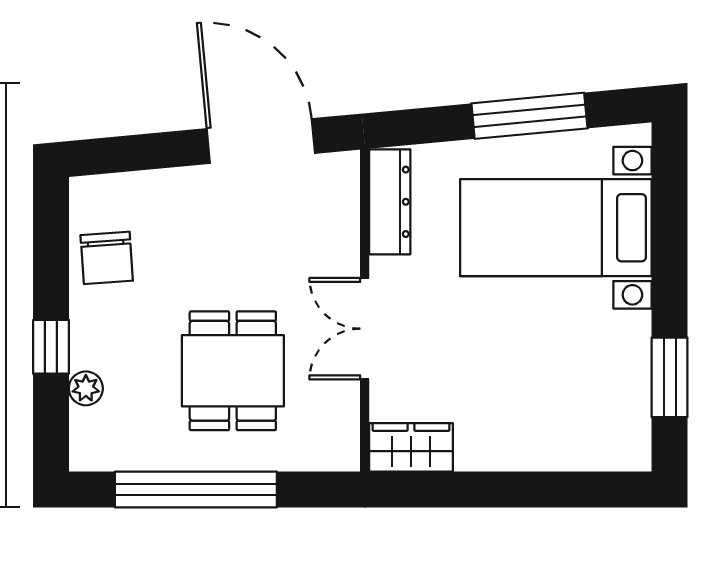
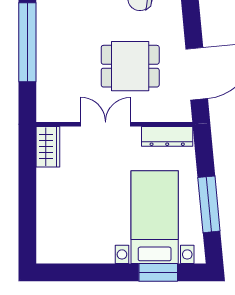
dining table: (233, 371) -> (130, 66), moved
window: (670, 377) -> (158, 272), moved

